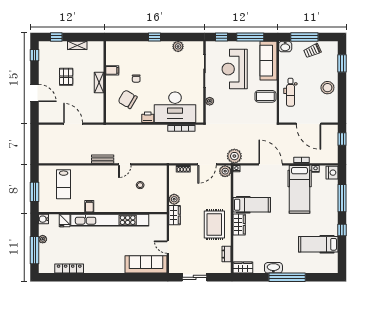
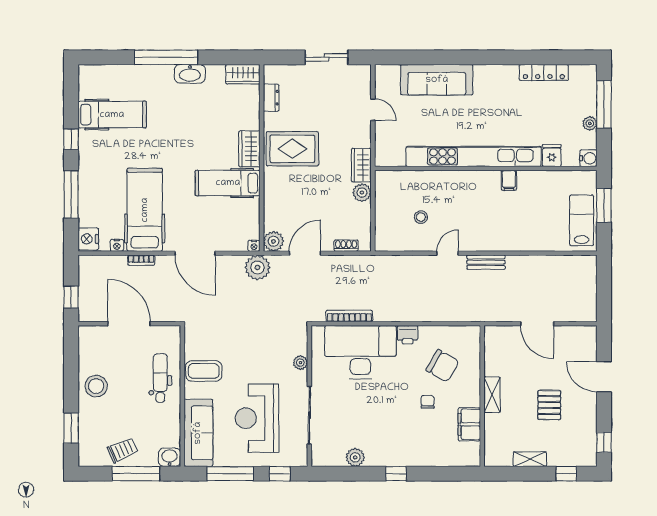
reception desk: (235, 69) -> (257, 418), turned 180
filing cabinet: (112, 70) -> (469, 424), width x2.00
lab bench: (64, 184) -> (582, 220), moved
rug: (214, 225) -> (292, 149), turned 90
sofa: (146, 264) -> (437, 80), moved

